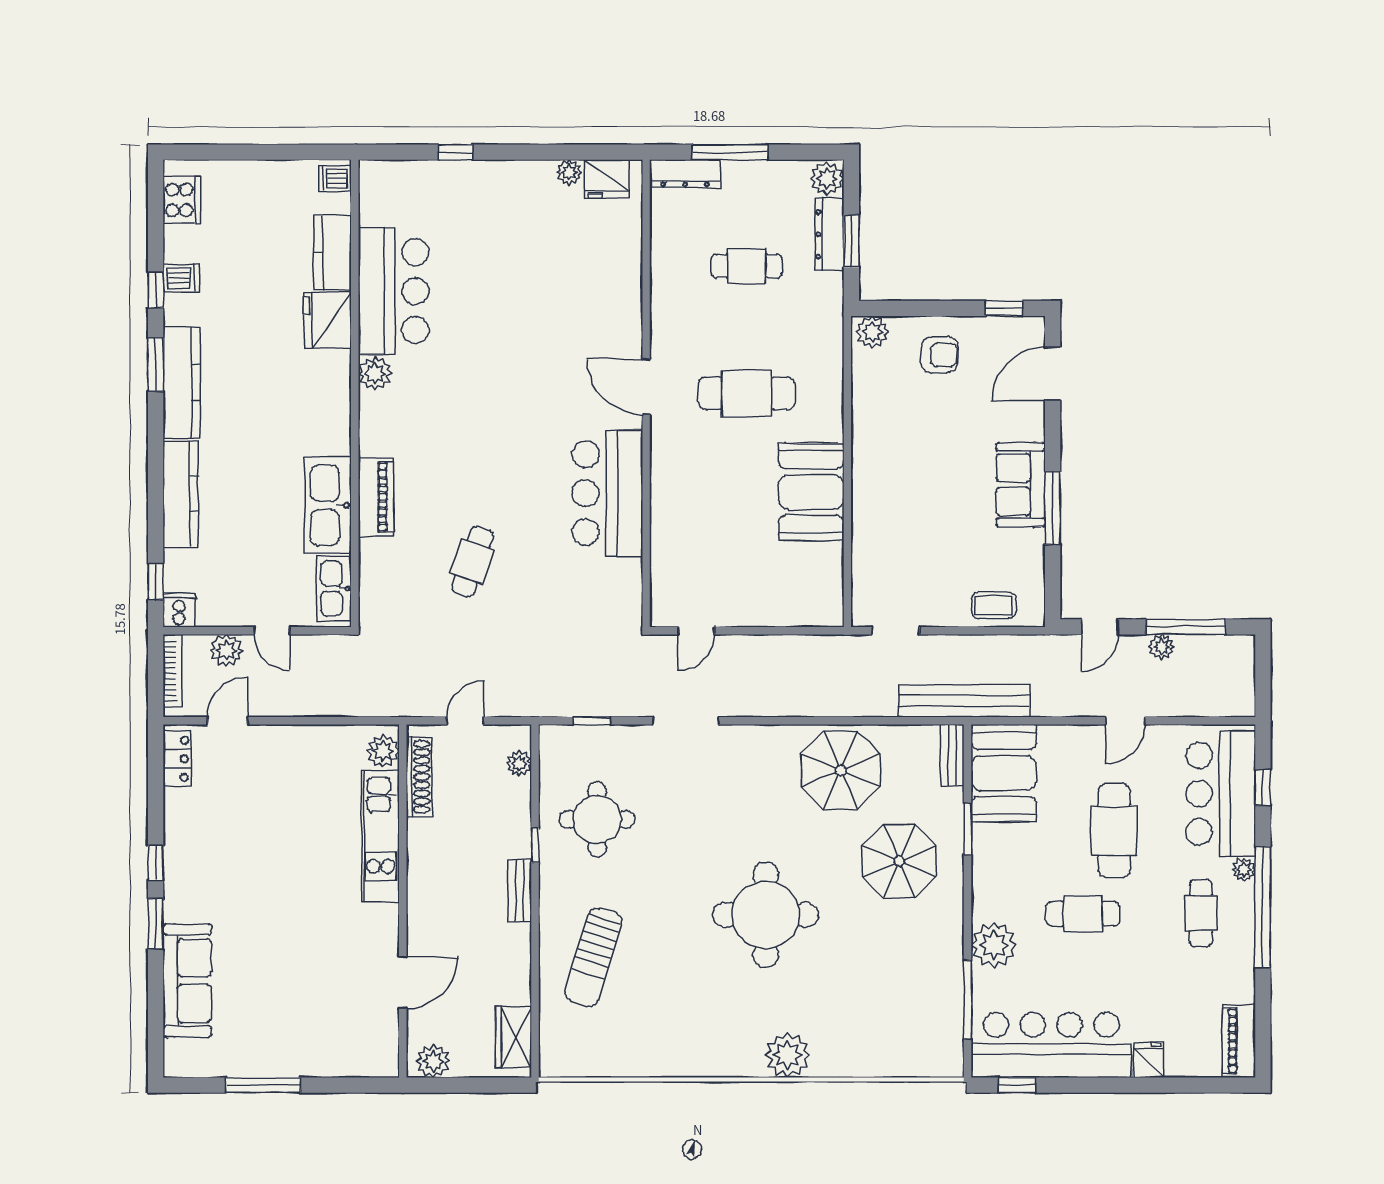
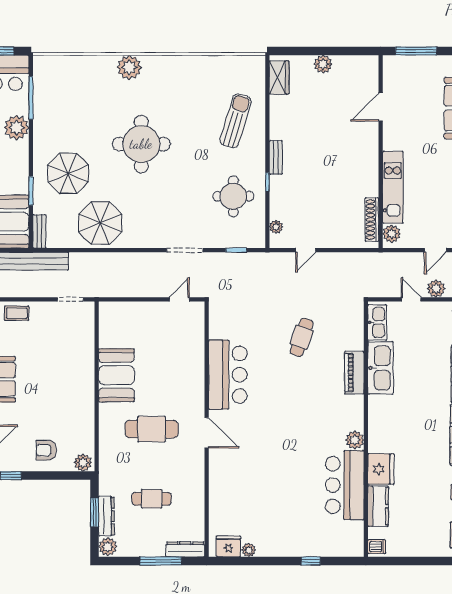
plant: (383, 751) -> (392, 234), moved
shoe rack: (419, 777) -> (372, 220), moved
kitchen unit: (381, 836) -> (393, 187), moved
wall: (403, 901) -> (381, 152), moved
door: (403, 983) -> (381, 107), moved

